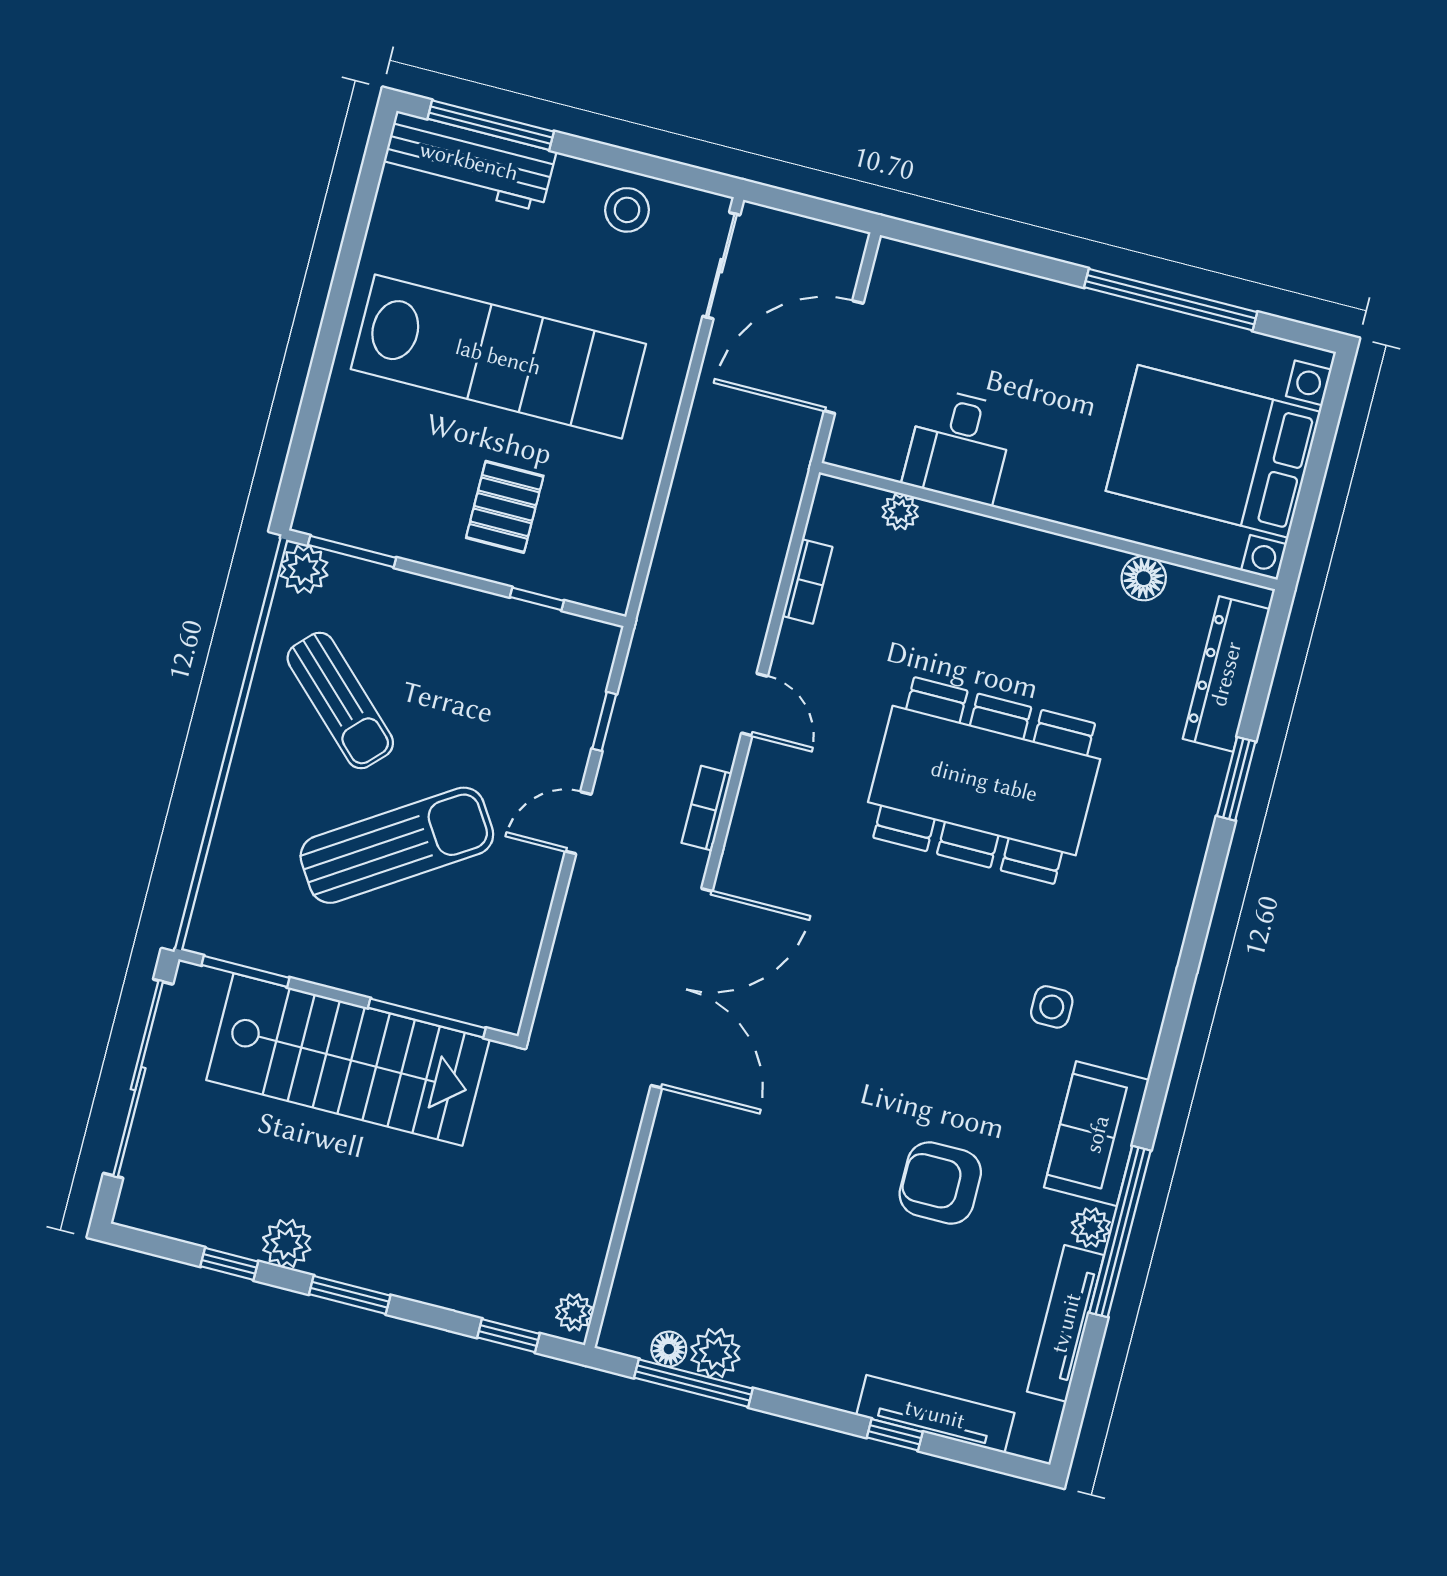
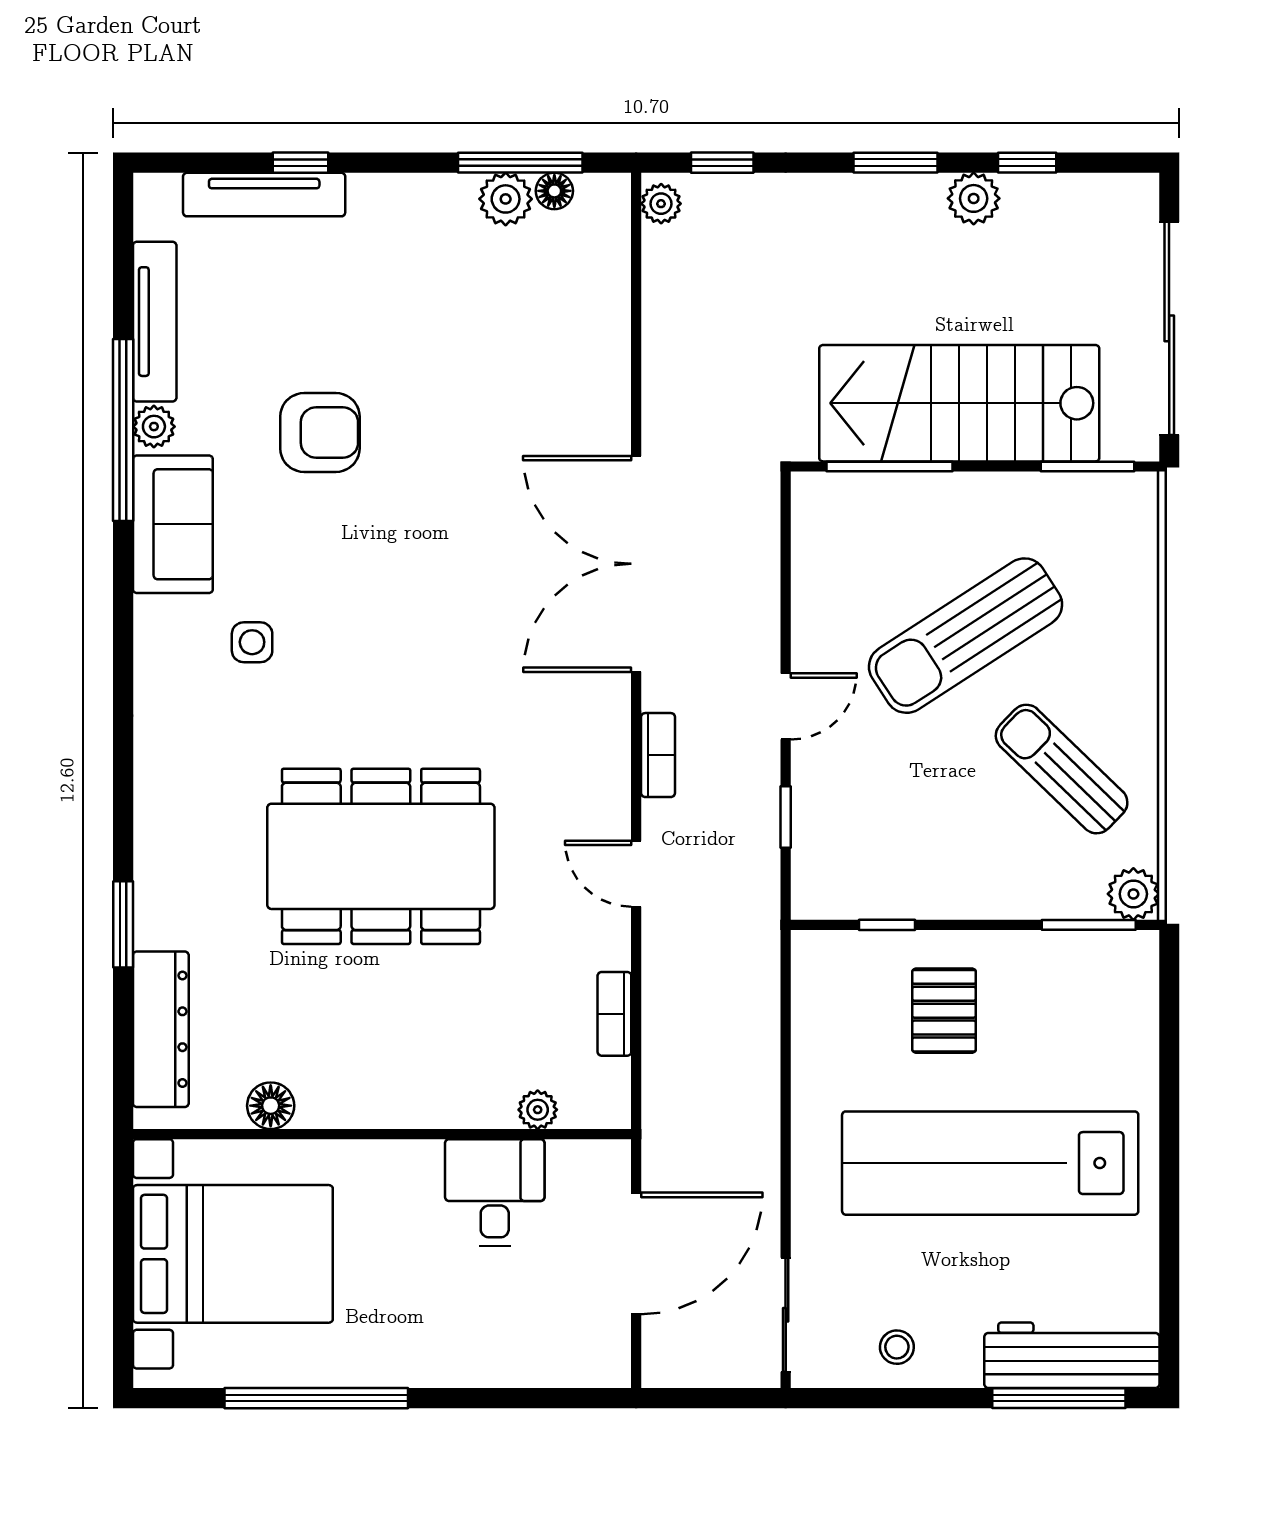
stool: (627, 210) -> (897, 1347), width x0.73, depth x0.73

